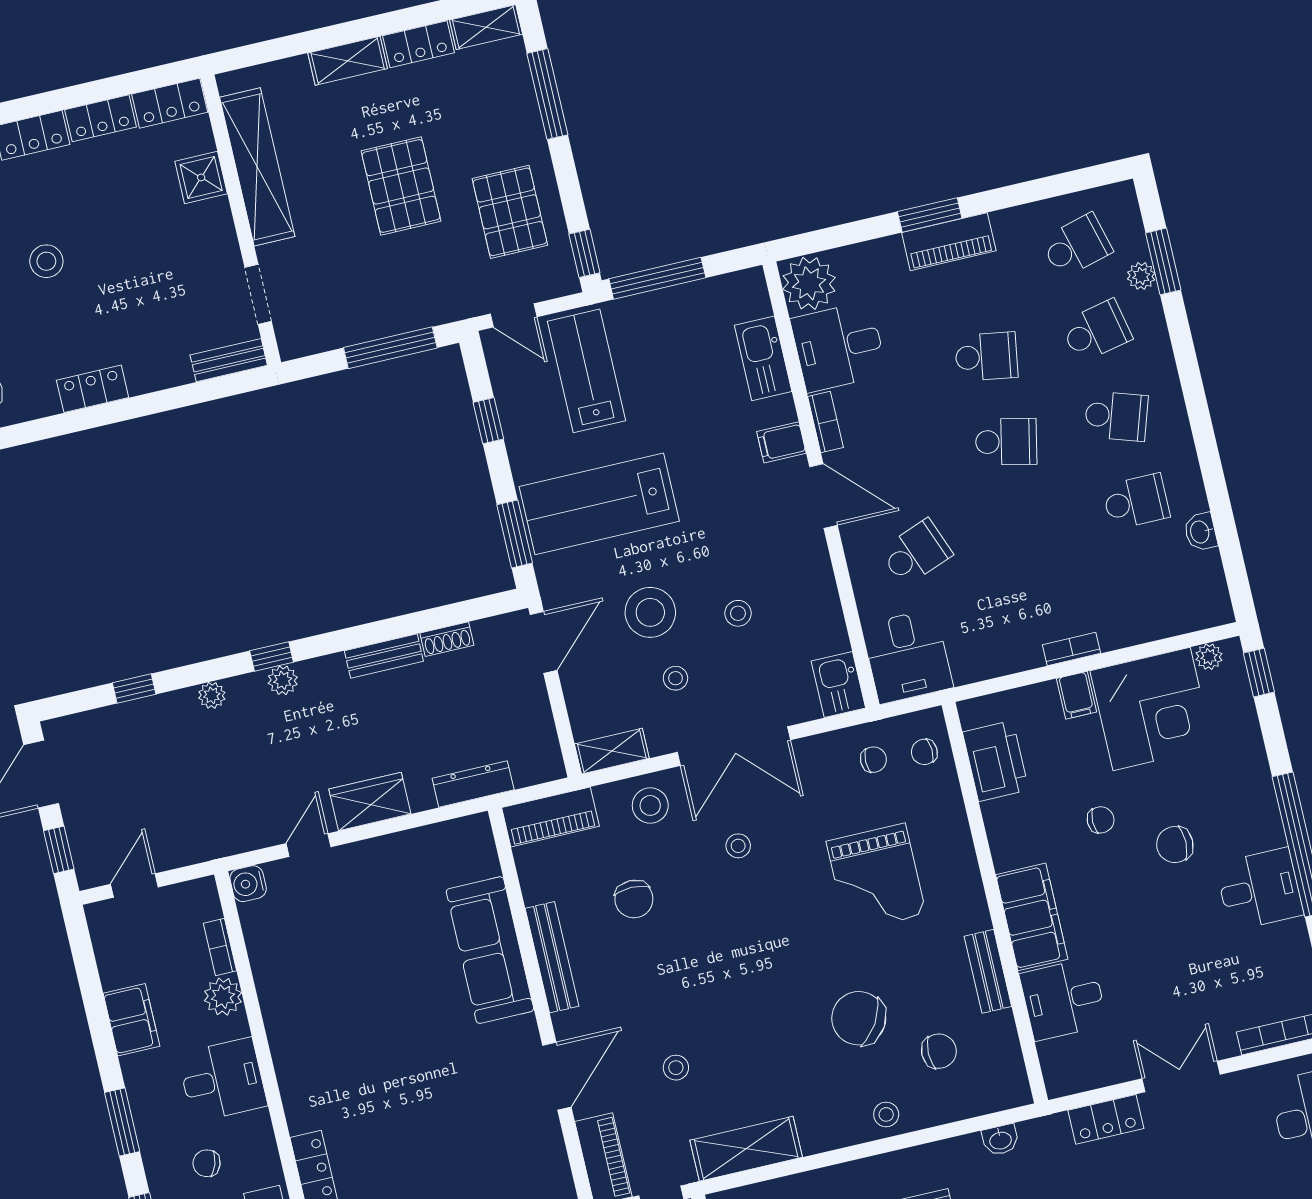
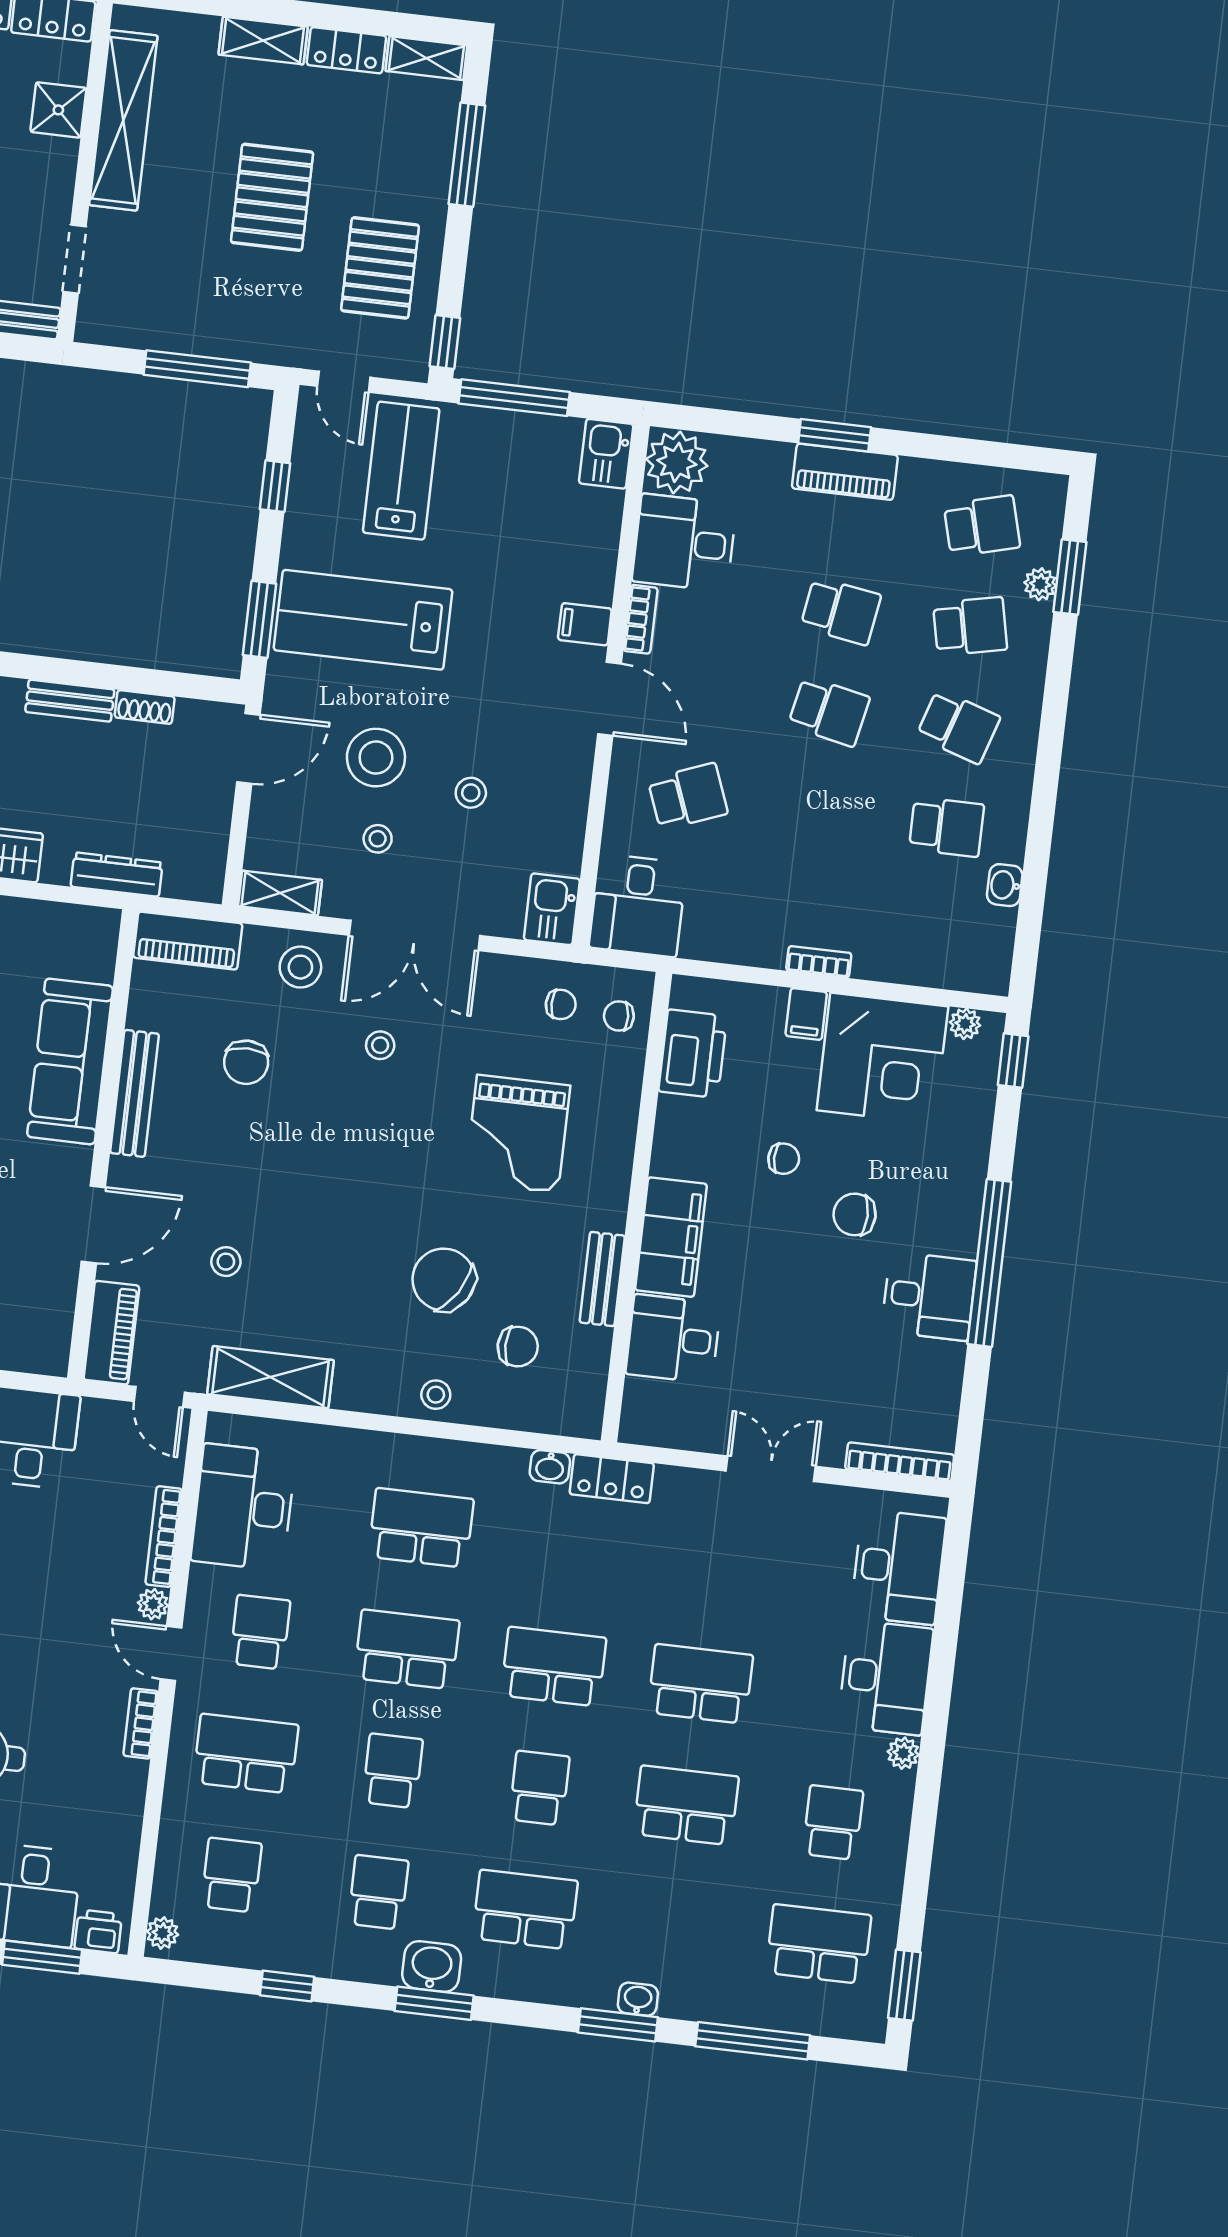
kitchen sink: (763, 358) -> (606, 454), moved, width x0.73
locker: (1106, 1119) -> (612, 1479), moved

